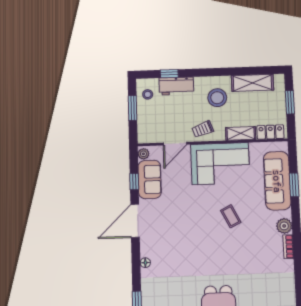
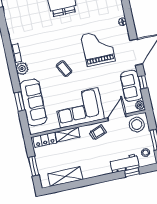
stool: (217, 98) -> (137, 125), moved
grand piano: (183, 235) -> (98, 48), added

